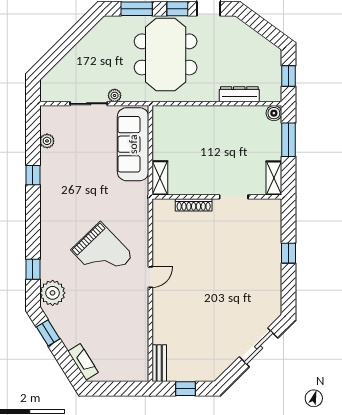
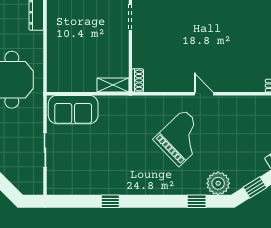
plant: (115, 95) -> (37, 126), removed
plant: (47, 141) -> (79, 188), removed
sofa: (133, 144) -> (73, 110), width x0.73
shoe rack: (194, 205) -> (138, 80), moved, width x0.70

